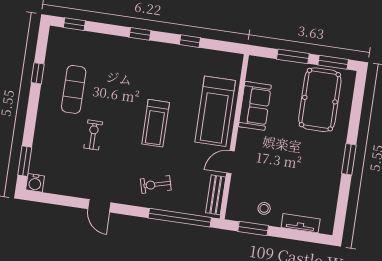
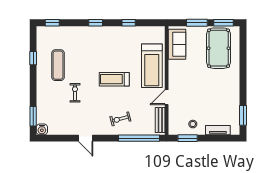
sofa: (255, 106) -> (177, 44), moved
treadmill: (156, 123) -> (114, 79), turned 90
window: (349, 159) -> (243, 115), moved

